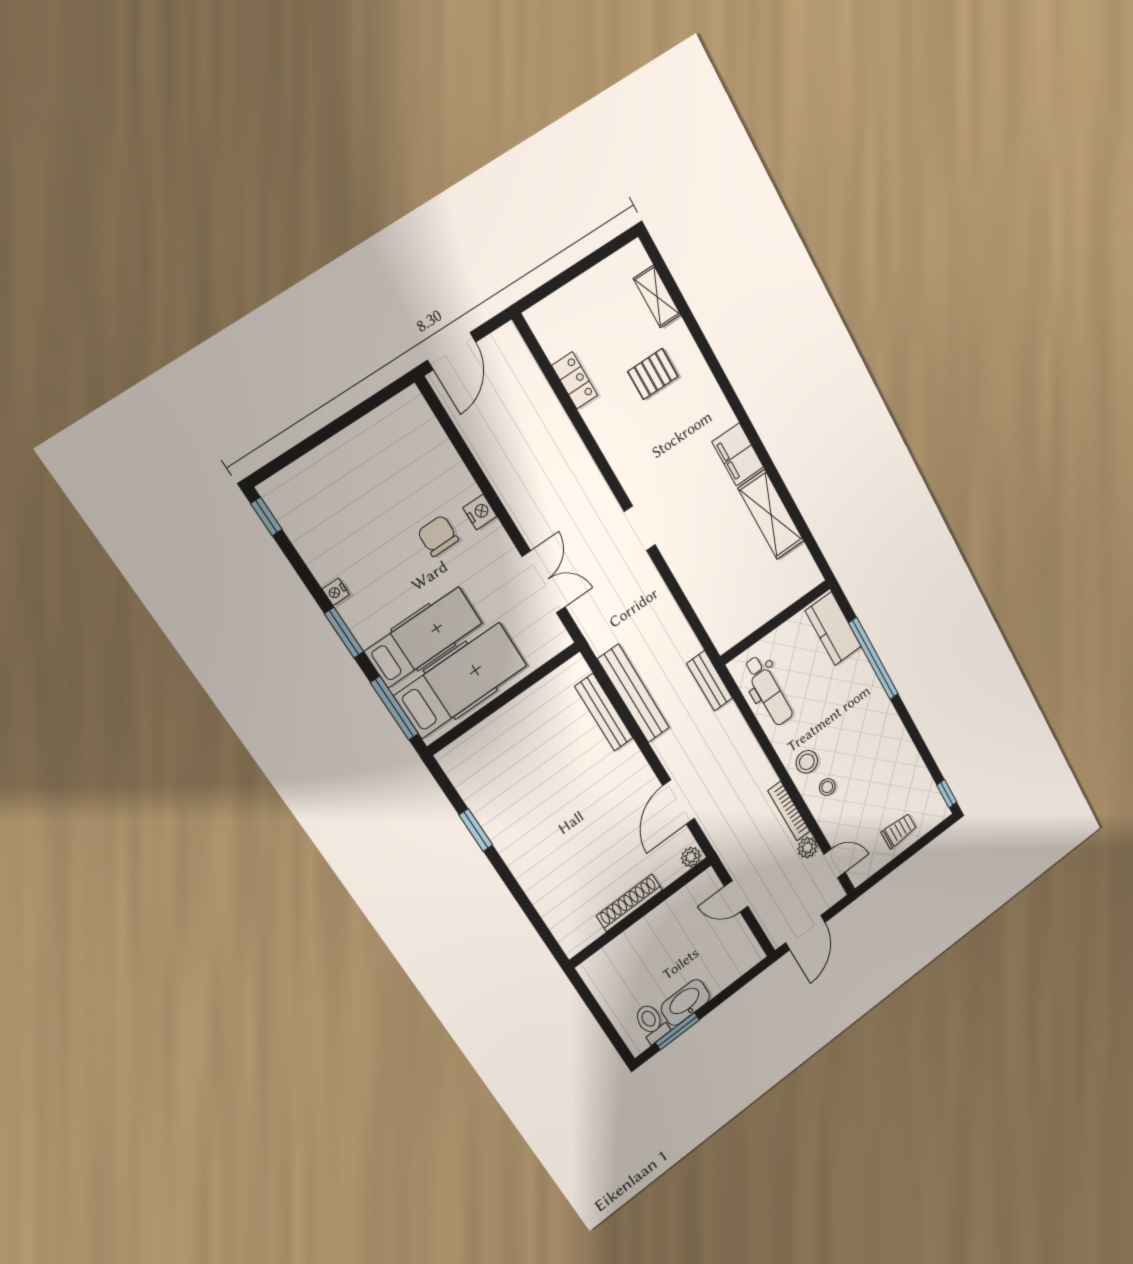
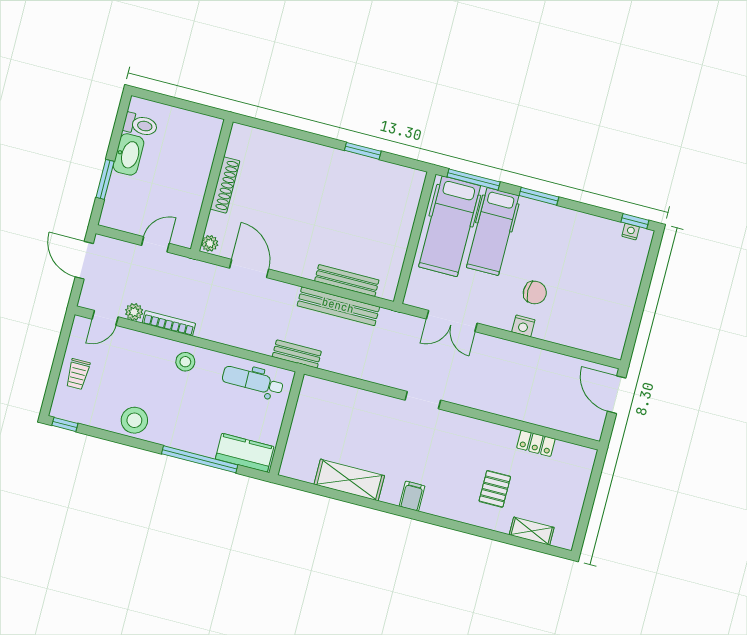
filing cabinet: (738, 454) -> (412, 496), width x0.50
nightstand: (336, 592) -> (631, 232), moved
stool: (827, 787) -> (134, 420), moved, width x1.89, depth x1.89
window: (677, 1031) -> (105, 179), moved

